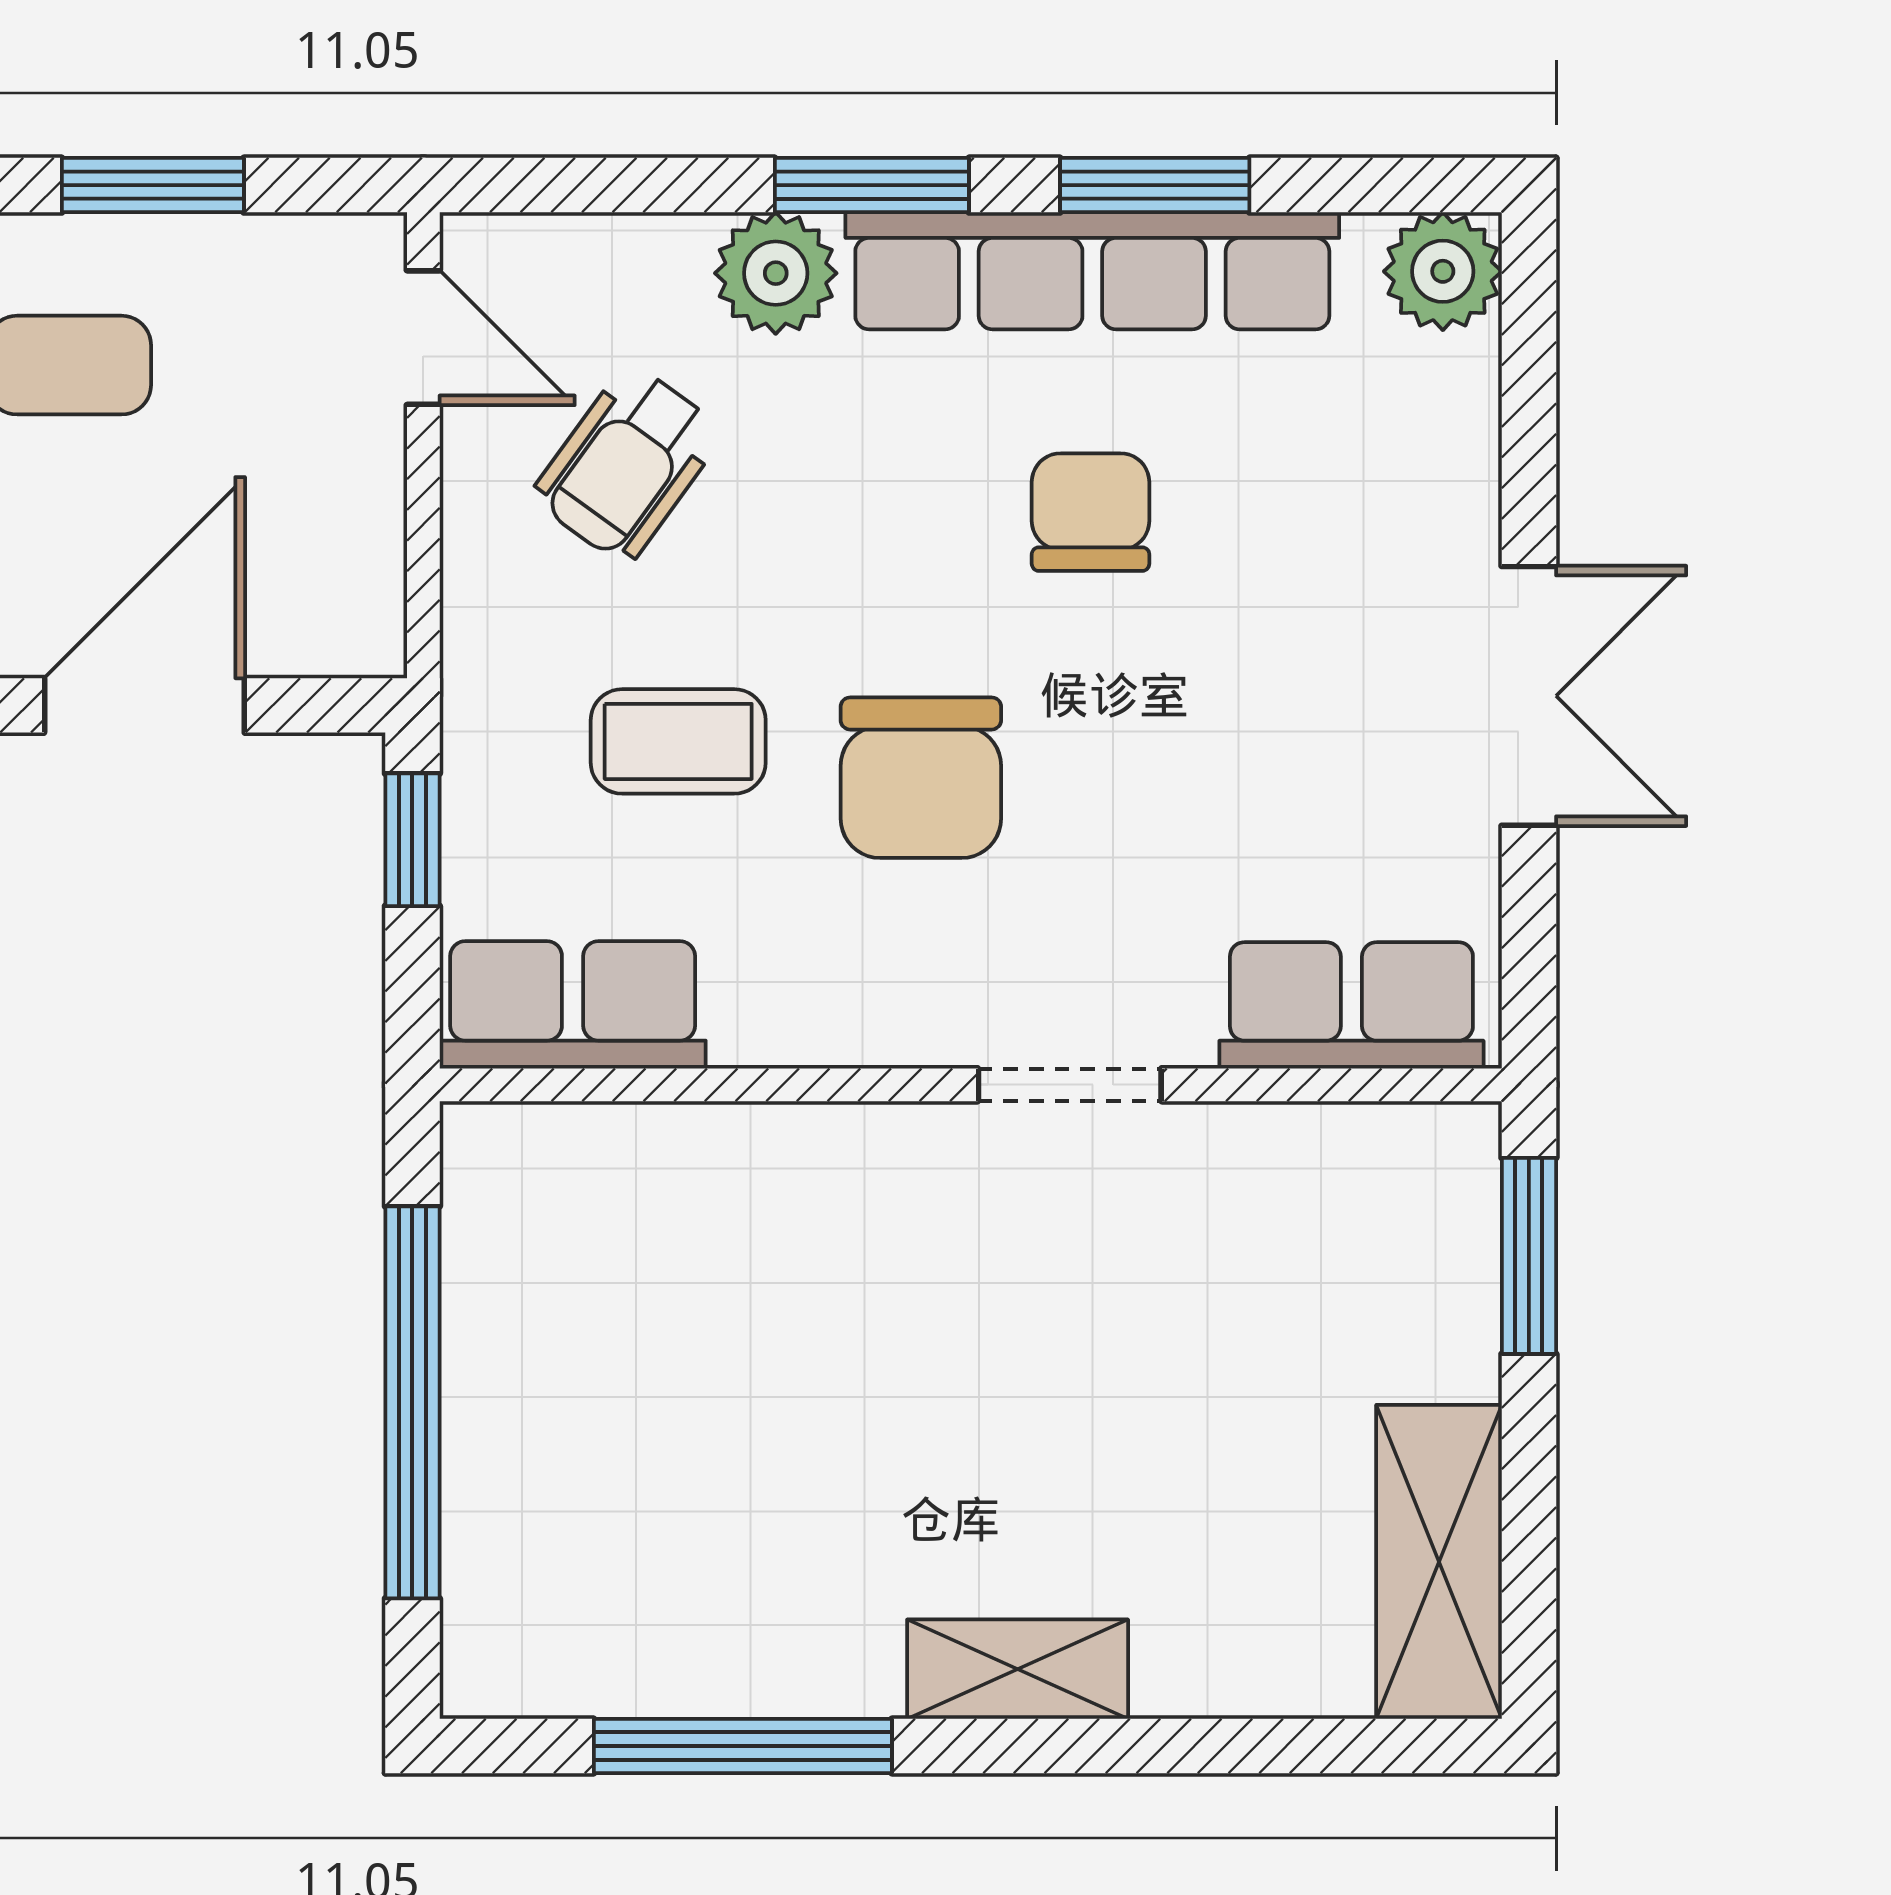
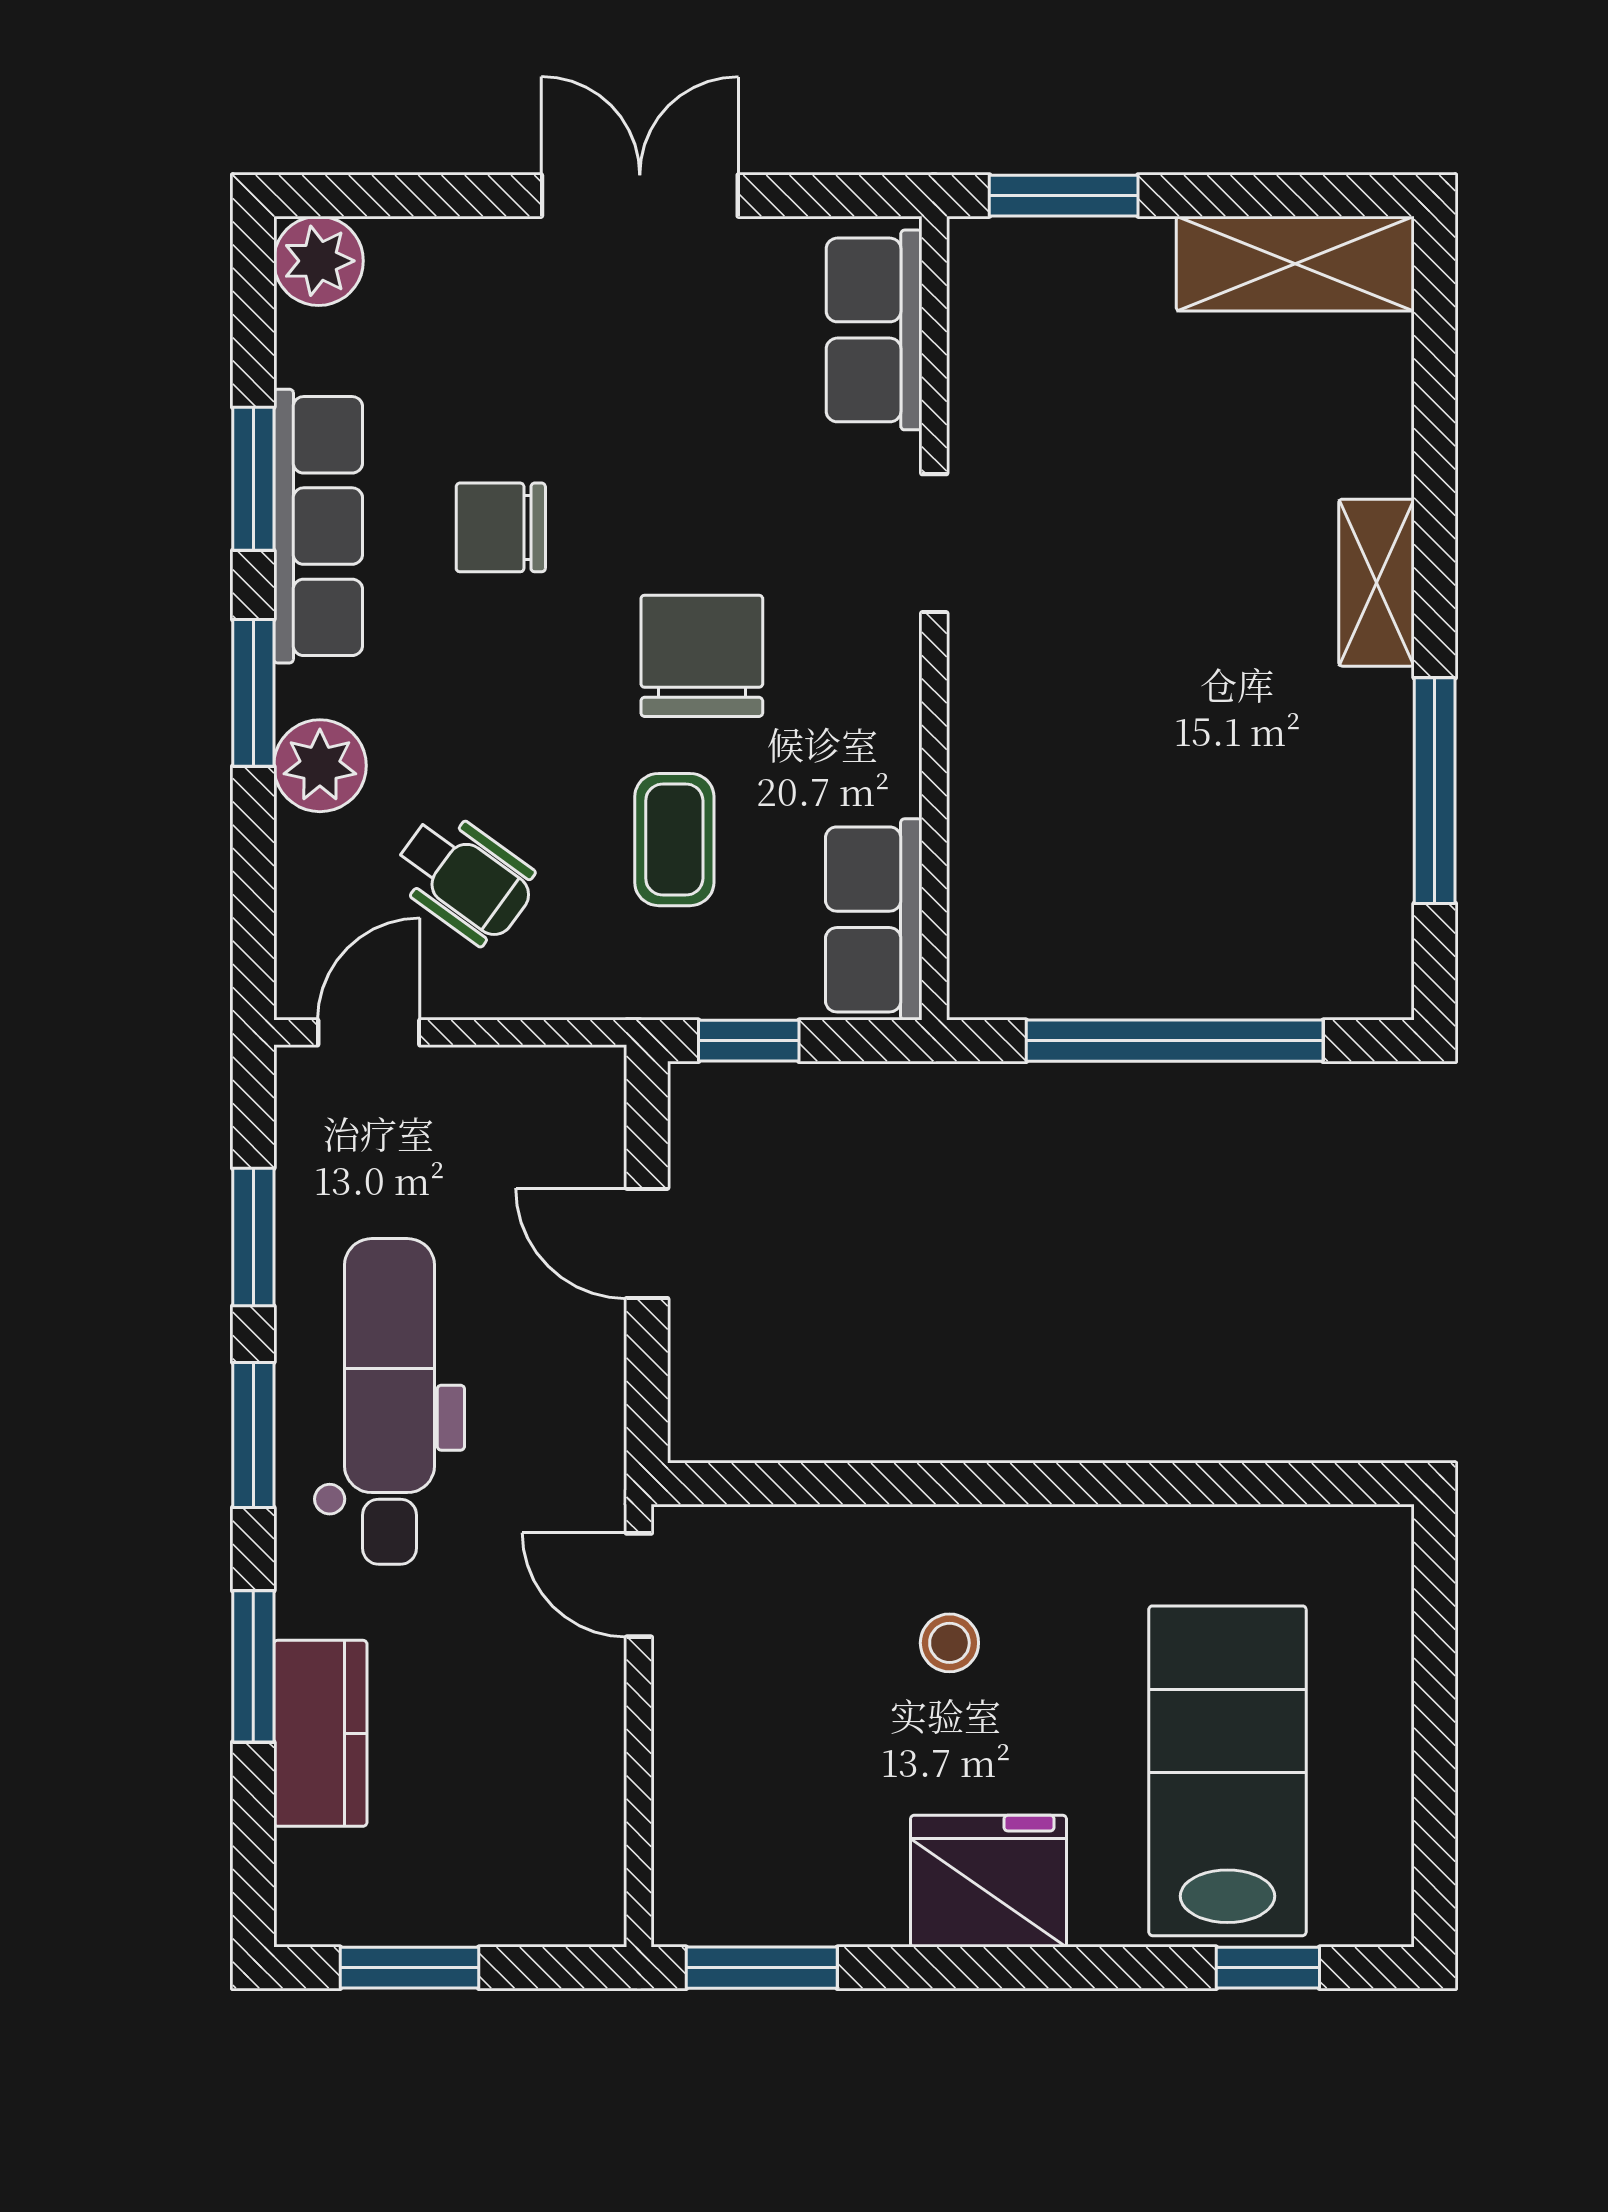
row of seats: (1092, 271) -> (318, 526), width x0.73
door: (144, 705) -> (647, 1243), width x0.73
chair: (921, 778) -> (702, 656), turned -90

